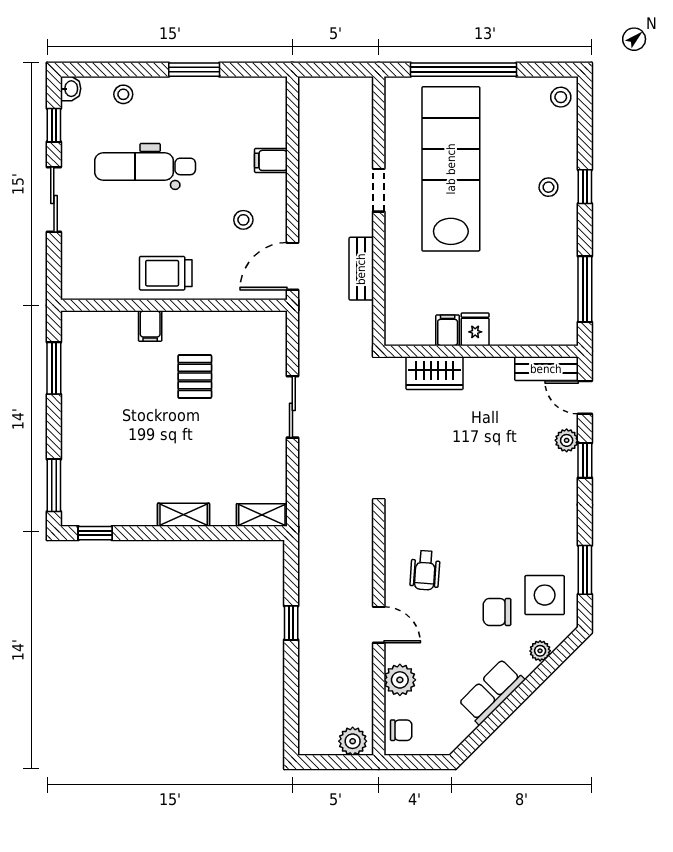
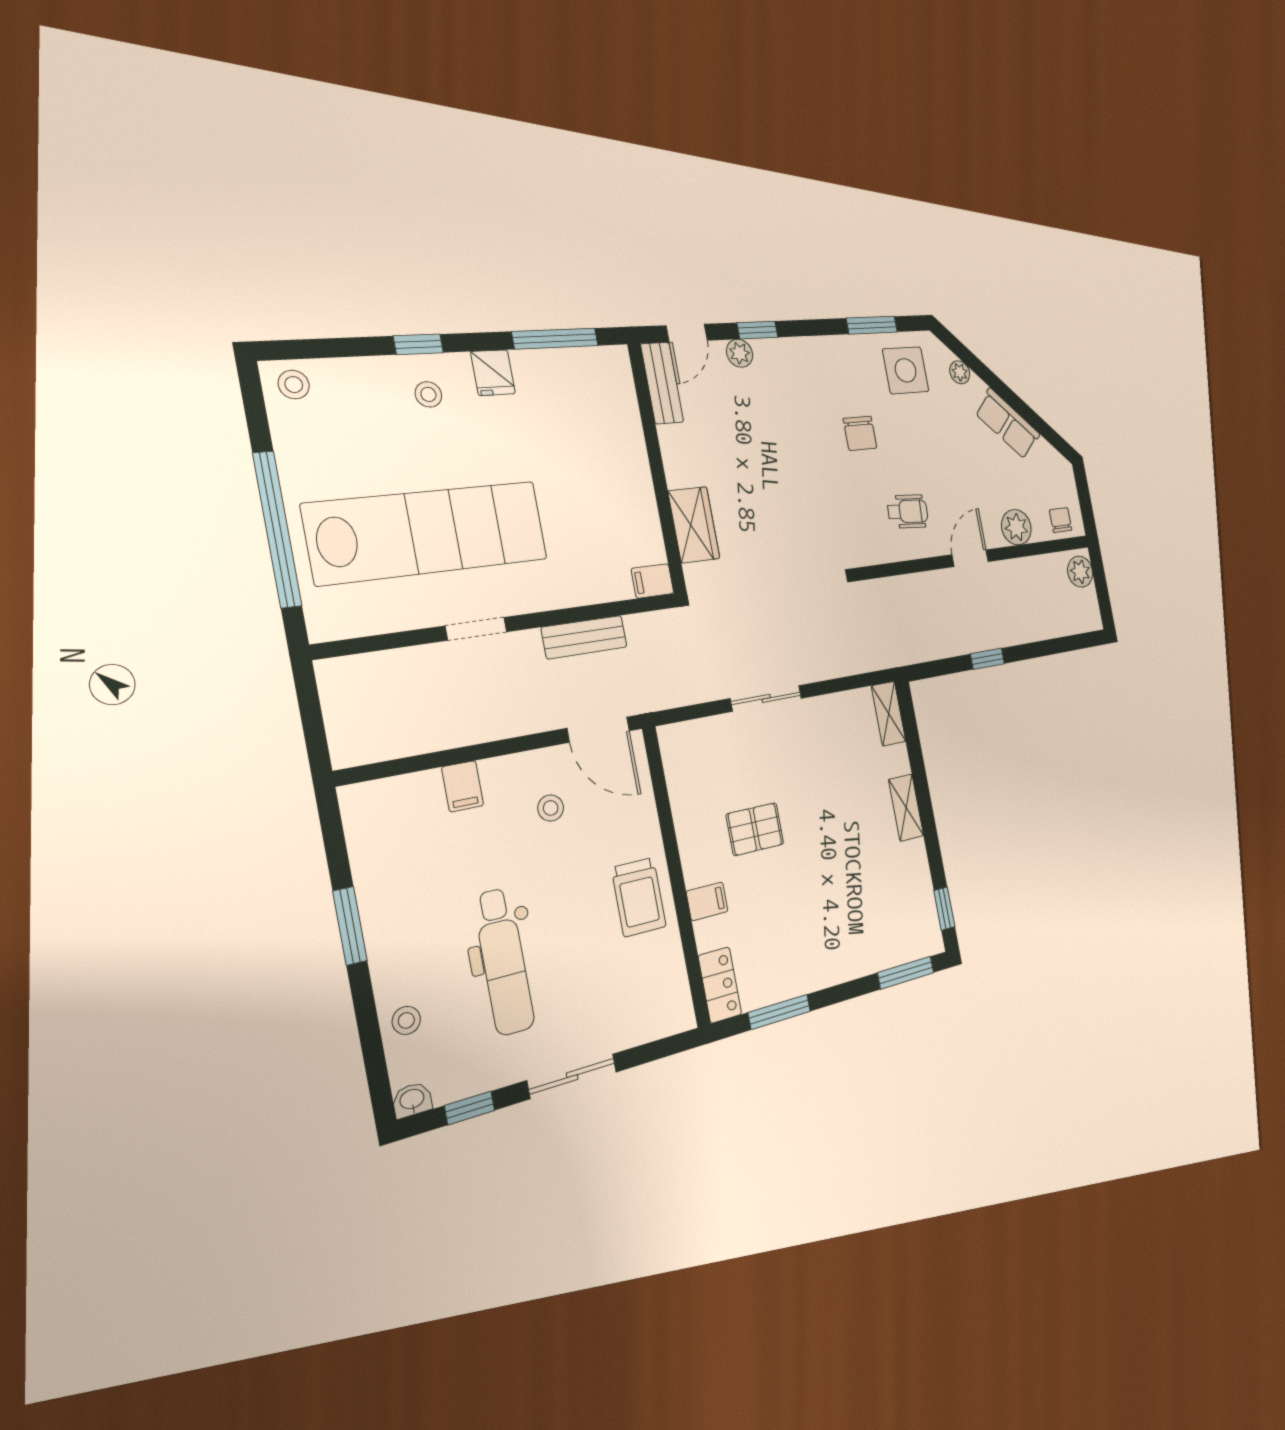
lab bench: (451, 169) -> (428, 532), turned 180
locker: (87, 324) -> (720, 985), added
fridge: (475, 329) -> (493, 373), moved, turned -90
filing cabinet: (448, 330) -> (652, 581), moved
chair: (497, 612) -> (860, 433), moved

